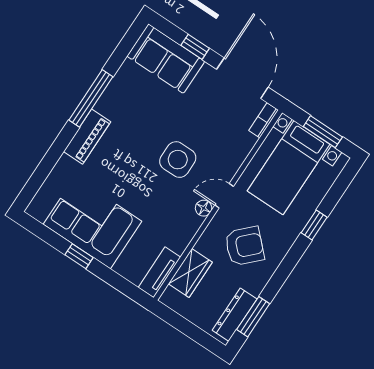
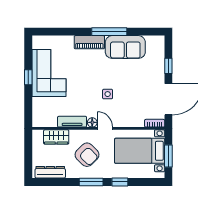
sofa: (166, 59) -> (125, 47), moved, turned -90
side table: (178, 160) -> (108, 94), width x0.54, depth x0.54
tv unit: (159, 272) -> (72, 122), moved
window: (253, 317) -> (91, 182), moved

